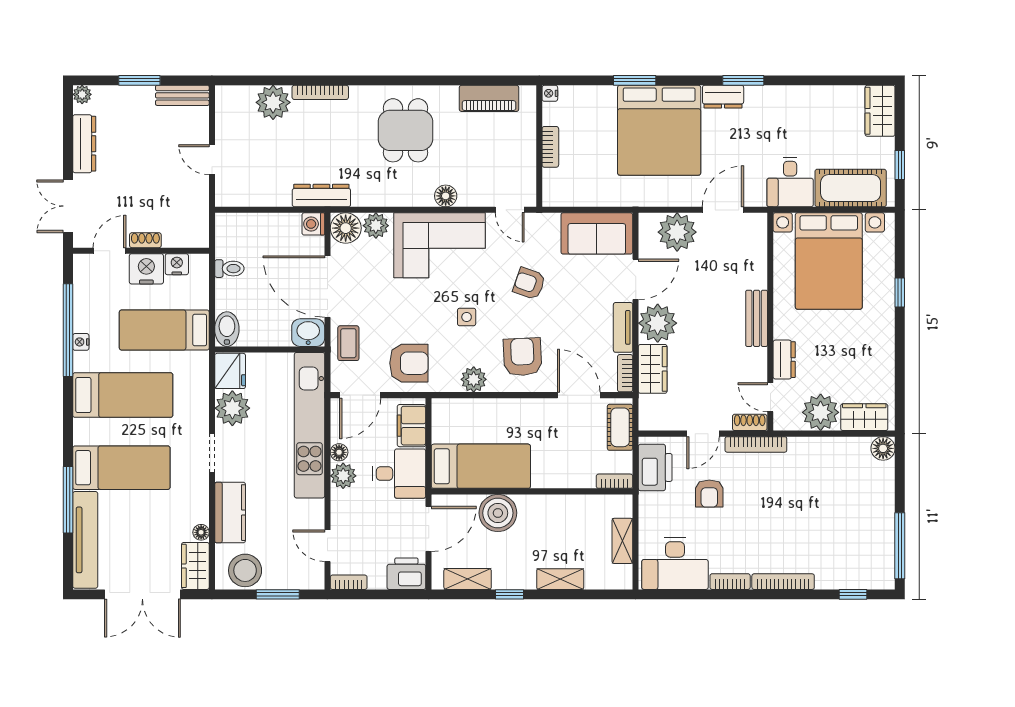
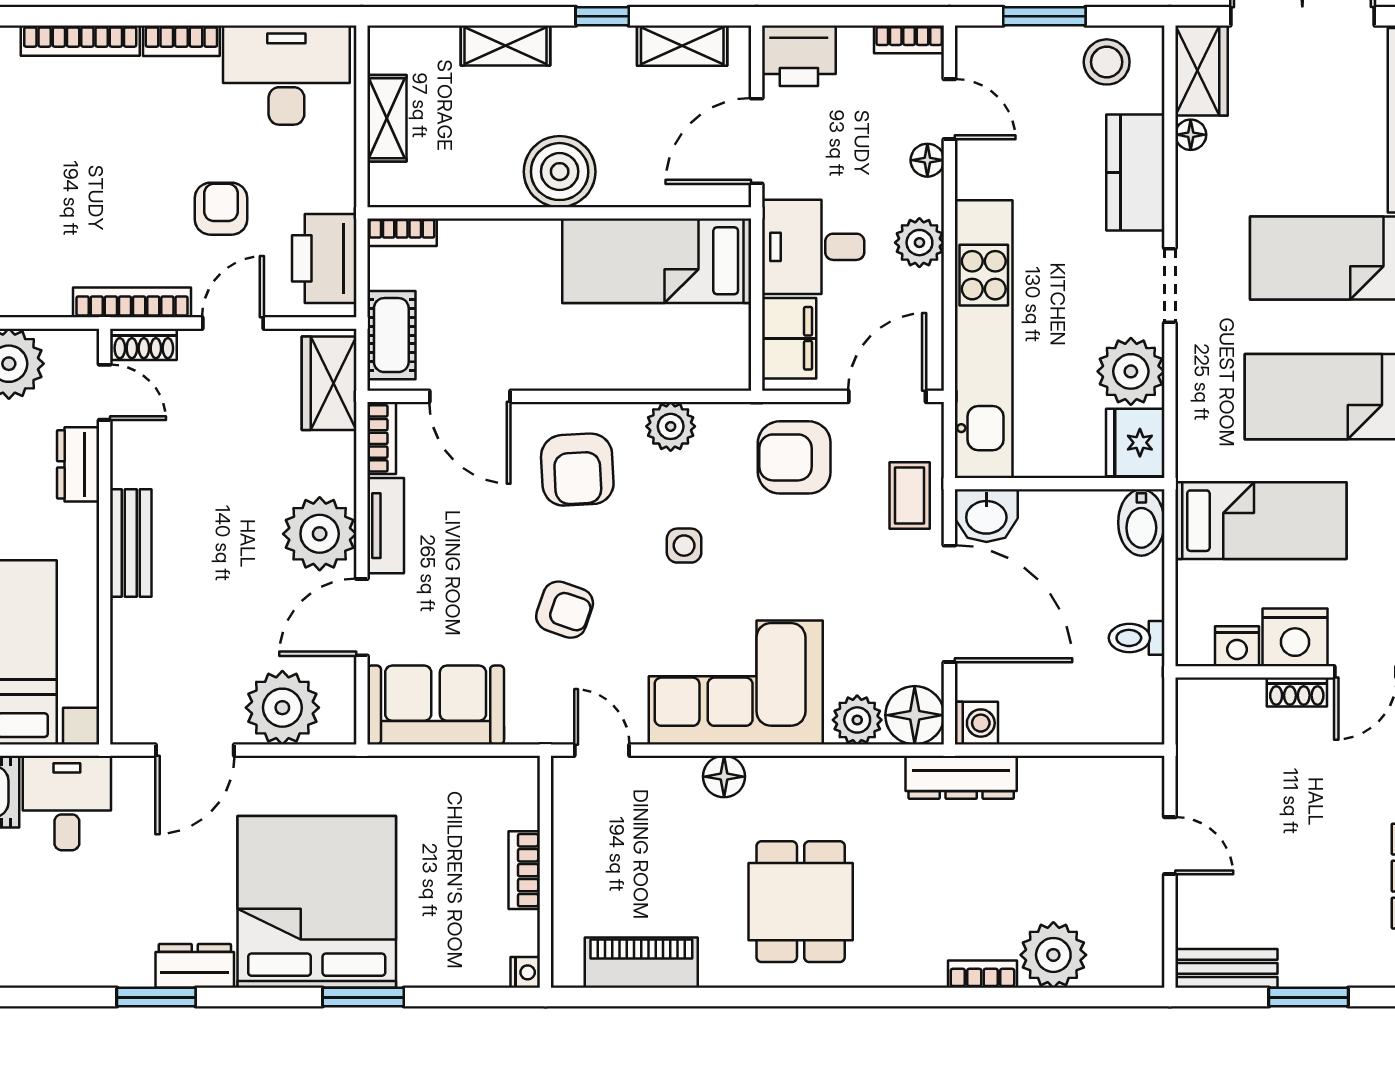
bookcase: (320, 92) -> (982, 974), width x0.64
wardrobe: (653, 369) -> (329, 383), moved
floor lamp: (339, 452) -> (927, 160), moved
boiler: (498, 513) -> (560, 172), moved
stool: (245, 570) -> (1107, 62), width x0.73, depth x0.73

